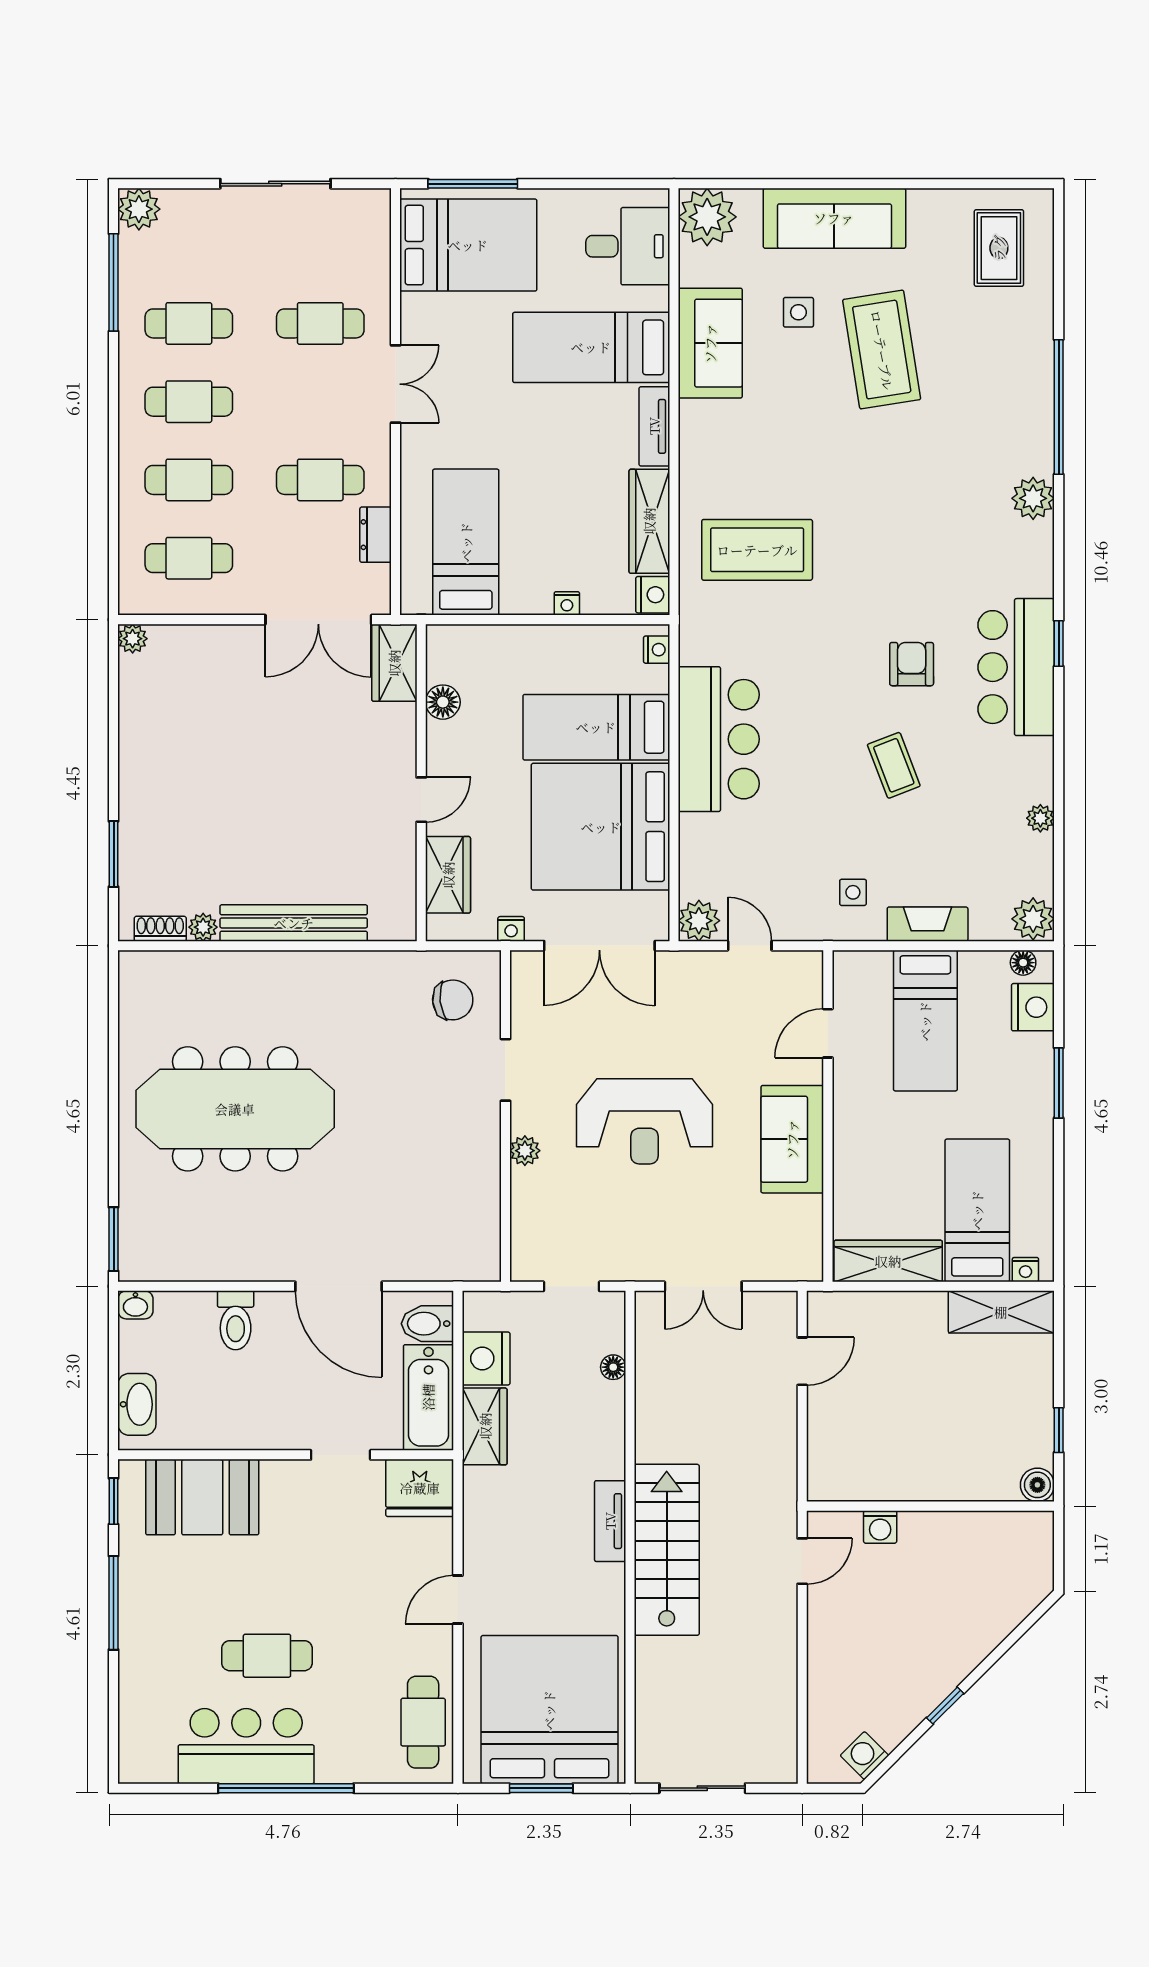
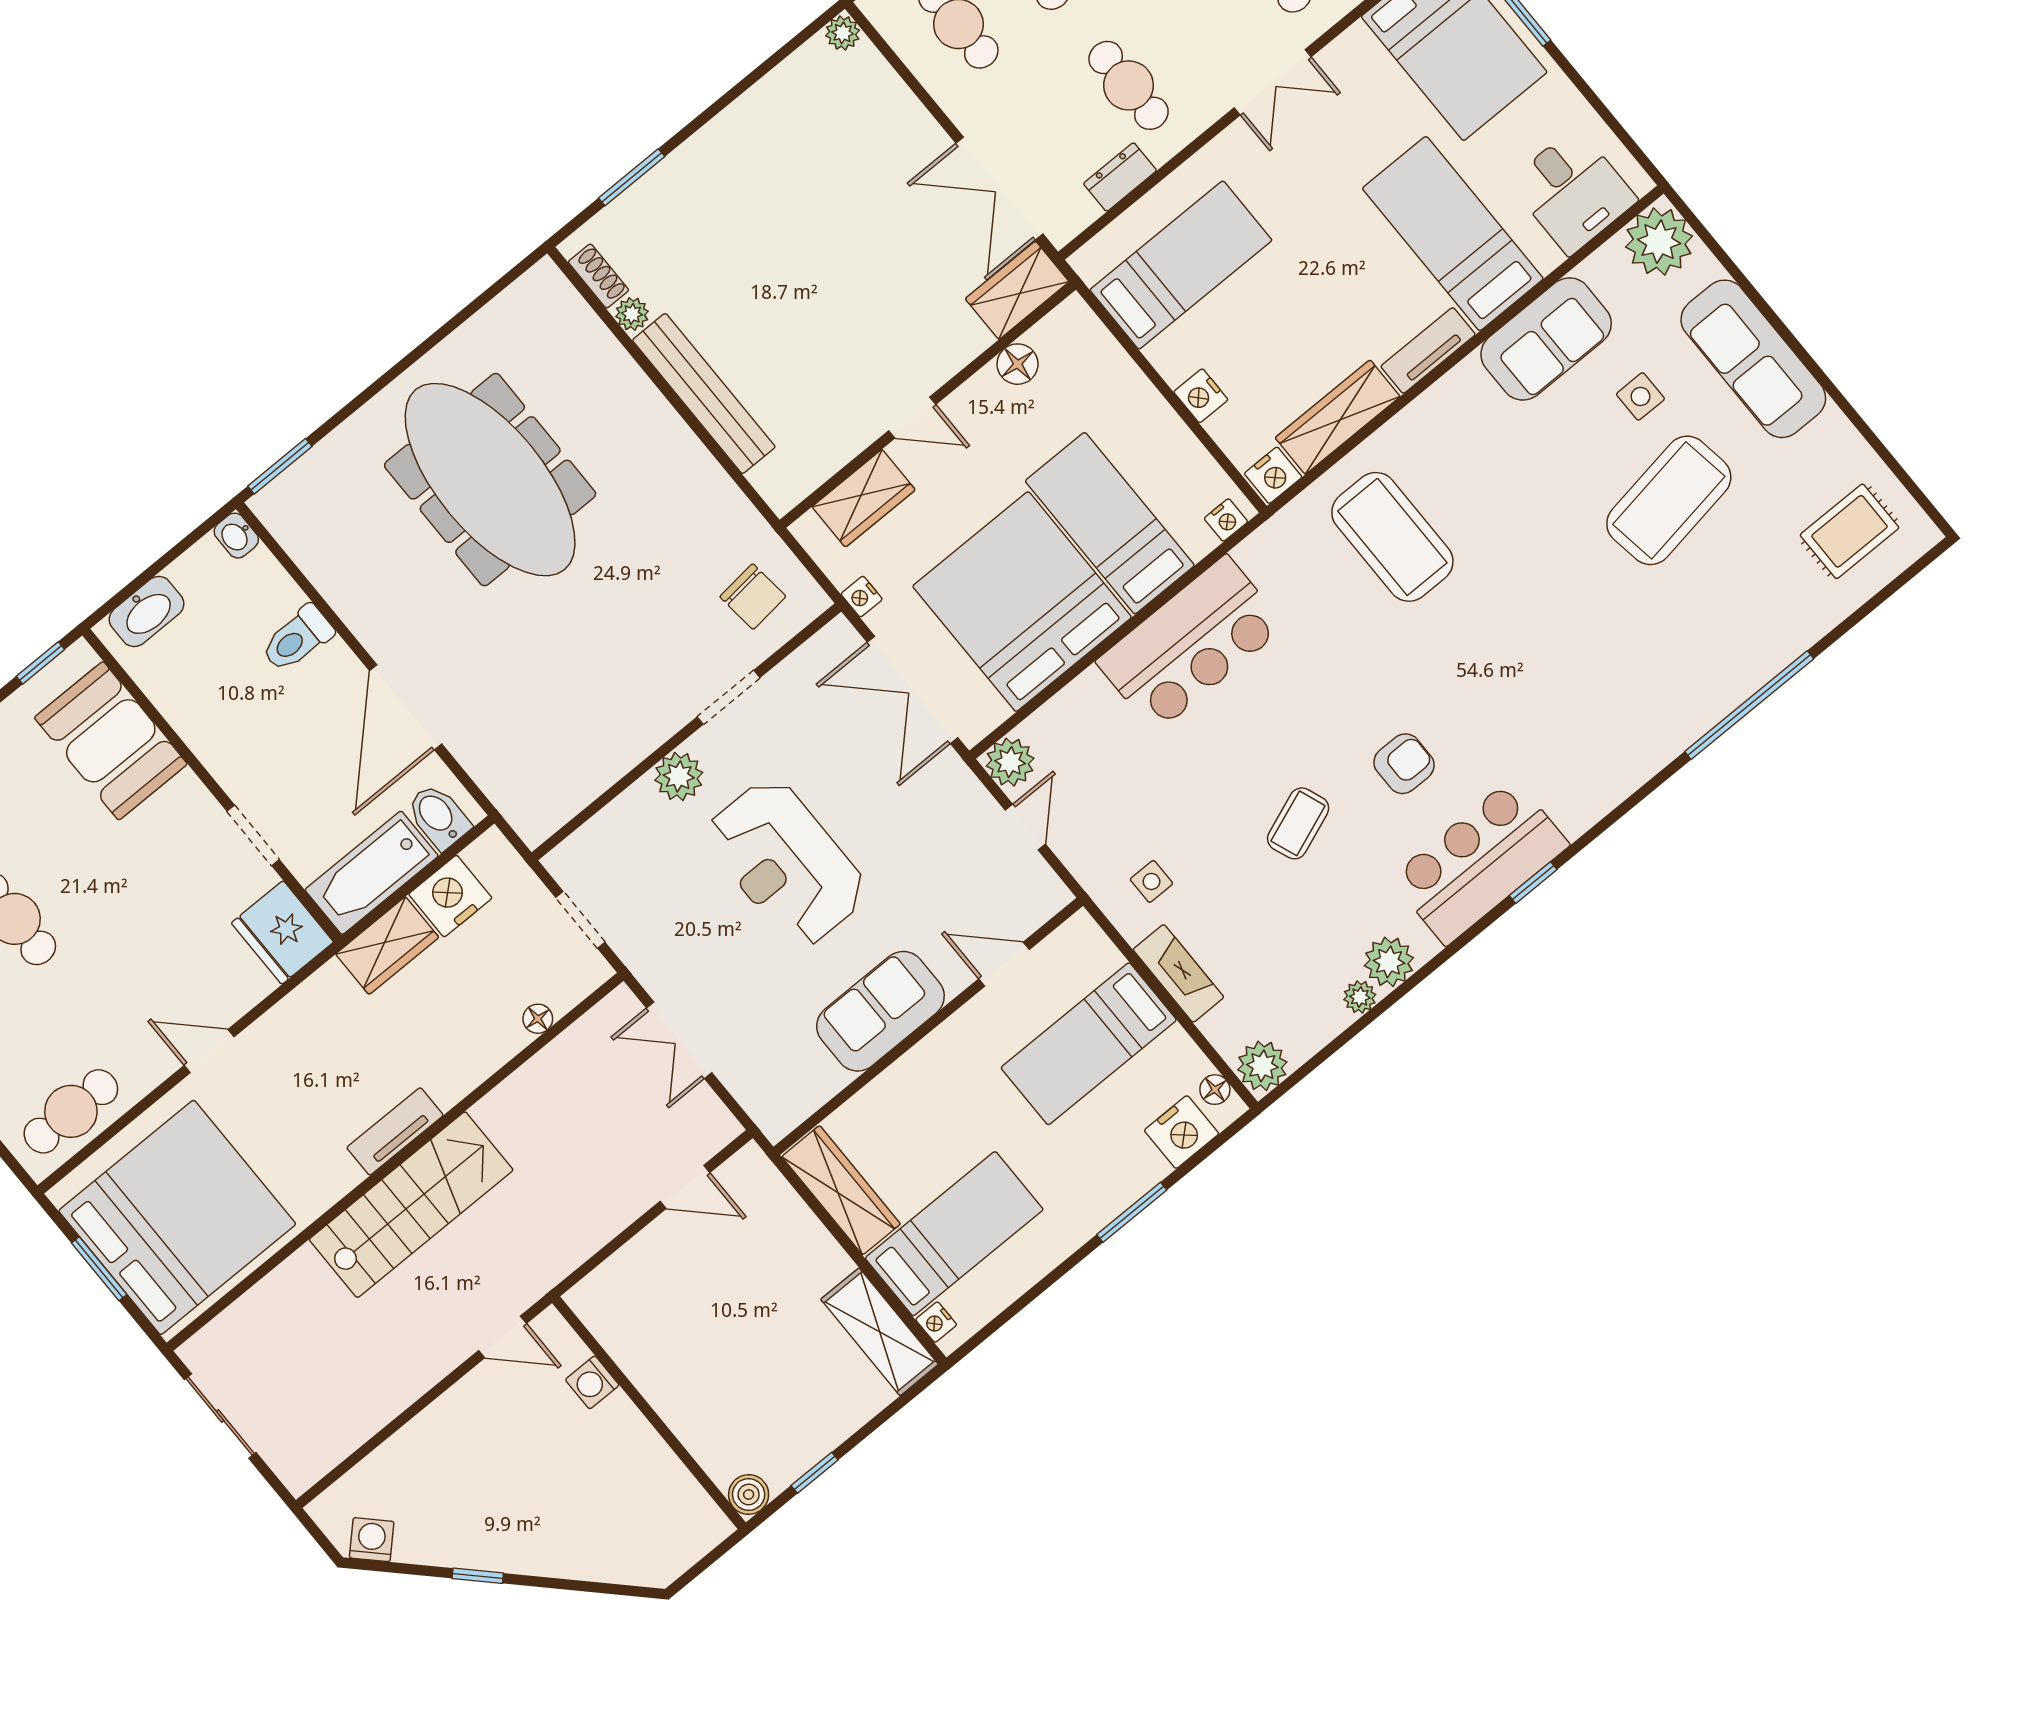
plant: (1033, 498) -> (1389, 962), moved
nightstand: (567, 603) -> (1201, 396), width x1.39, depth x1.35
plant: (525, 1151) -> (679, 776), width x1.38, depth x1.38

